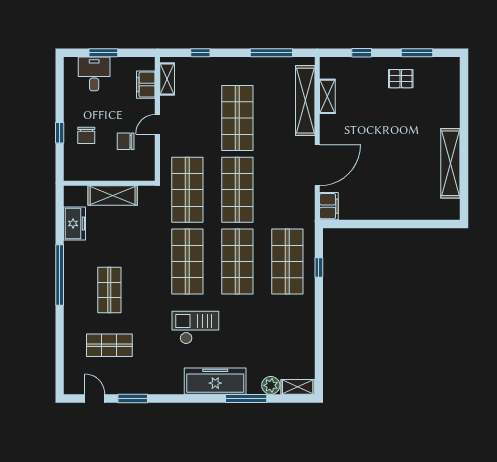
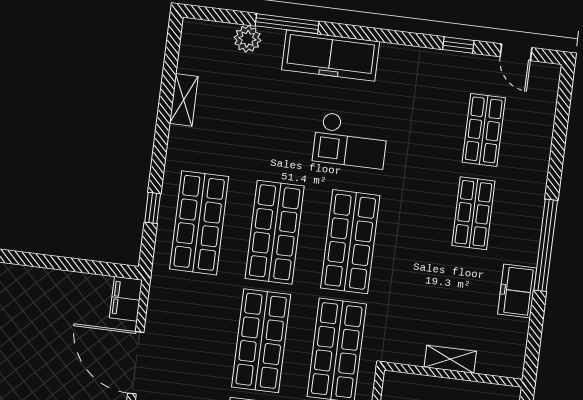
door: (317, 165) -> (136, 363), hinge flipped
shelving: (113, 195) -> (450, 359), width x0.67, depth x0.75
freezer: (75, 223) -> (517, 291), moved
shop shelf: (109, 345) -> (484, 130), turned 90
shelving: (298, 387) -> (184, 100), moved, turned 90
window: (133, 398) -> (458, 45), width x0.67

